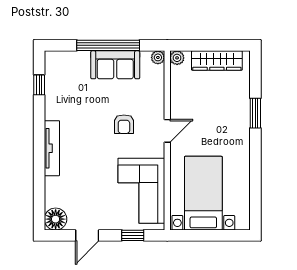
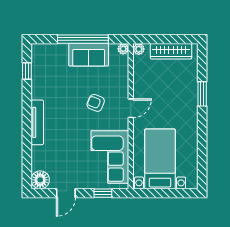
armchair: (124, 124) -> (96, 103), turned 111

